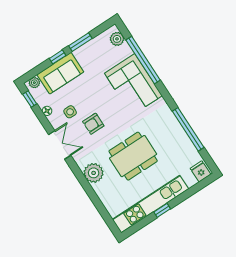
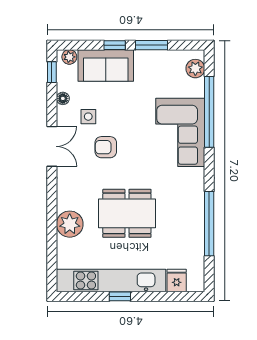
fridge: (200, 171) -> (177, 280), moved
plant: (94, 173) -> (70, 224), moved

